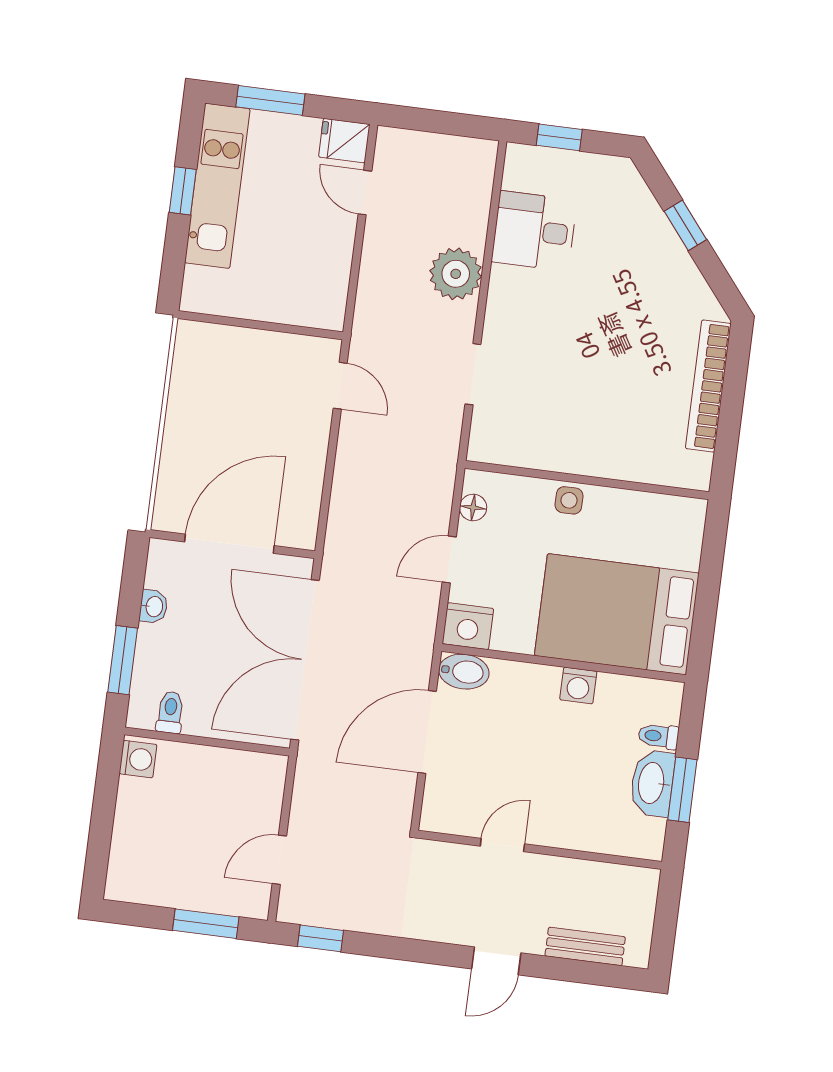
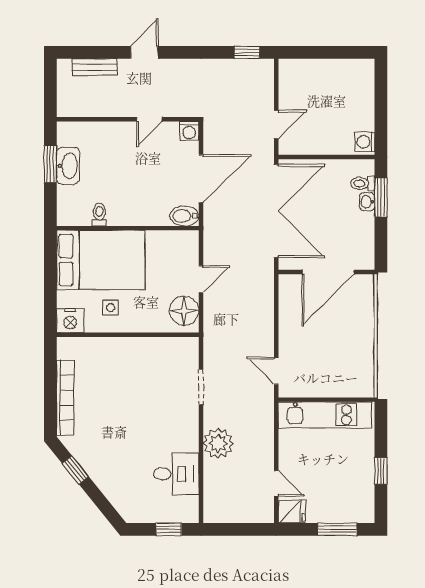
kitchen unit: (217, 186) -> (325, 415), moved, turned -90
window: (685, 225) -> (75, 470), moved
side table: (569, 500) -> (111, 308), moved
floor lamp: (473, 507) -> (184, 311), width x1.89, depth x1.89
washbasin: (154, 607) -> (367, 202), moved
nightstand: (468, 626) -> (70, 321), moved, turned 180
washing machine: (578, 685) -> (189, 131), moved, turned 180
toilet: (170, 712) -> (363, 183), moved, turned 90
toilet: (658, 736) -> (99, 215), moved, turned -90
door: (279, 860) -> (276, 124), moved
window: (206, 924) -> (314, 52), removed

